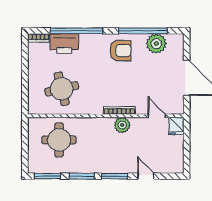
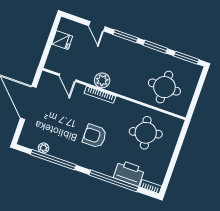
plant: (156, 44) -> (43, 148), width x0.53, depth x0.53
armchair: (120, 51) -> (95, 136), moved
fridge: (176, 126) -> (62, 40), moved, turned 90

